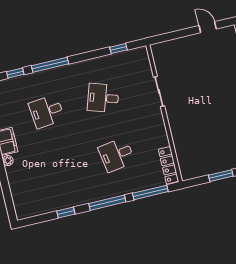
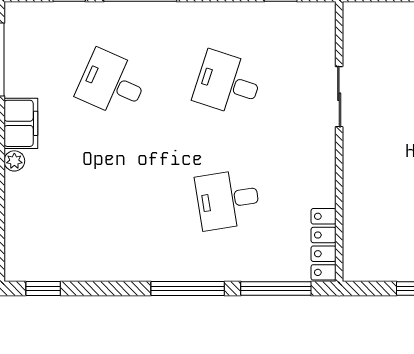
desk: (47, 111) -> (112, 83), turned 30
window: (66, 213) -> (43, 289), moved

